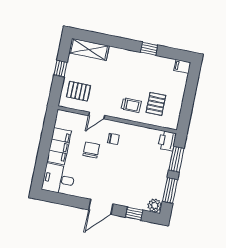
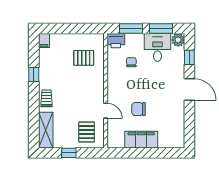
trolley: (131, 105) -> (46, 98), moved
chair: (113, 139) -> (131, 62), moved
desk: (58, 179) -> (158, 47), moved, turned 180

